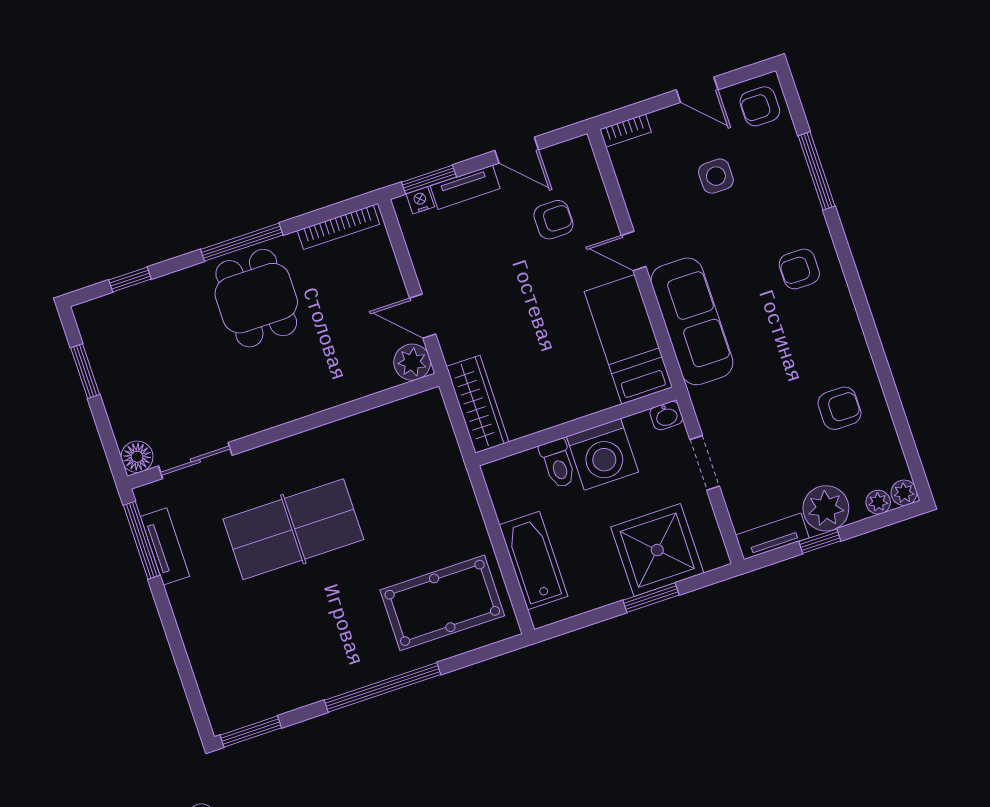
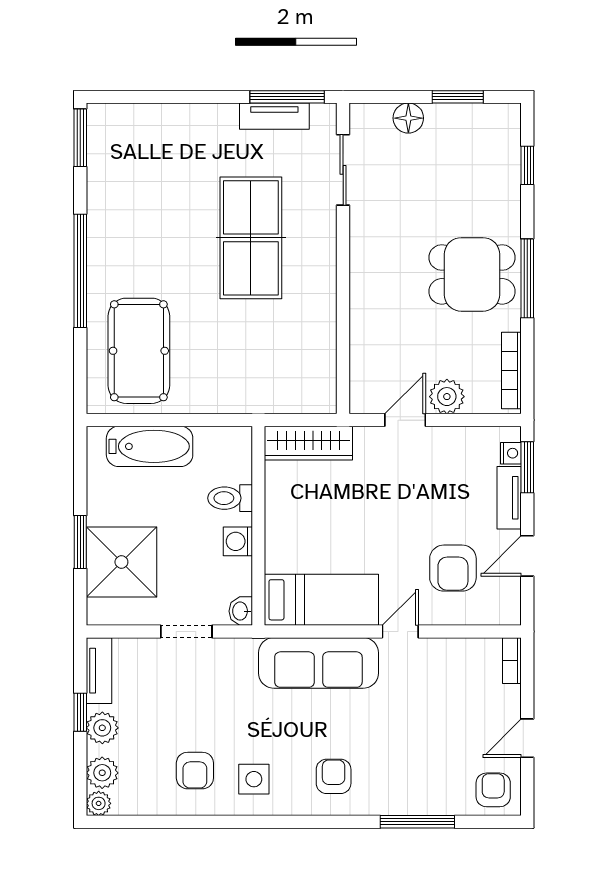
side table: (716, 176) -> (254, 779), moved
armchair: (553, 220) -> (453, 568), width x1.38, depth x1.38
plant: (412, 362) -> (447, 397), moved
washing machine: (602, 454) -> (238, 541), width x0.53, depth x0.53
floor lamp: (137, 457) -> (408, 118), moved
plant: (878, 502) -> (102, 773), width x1.38, depth x1.38
plant: (826, 508) -> (102, 728), width x0.73, depth x0.73

